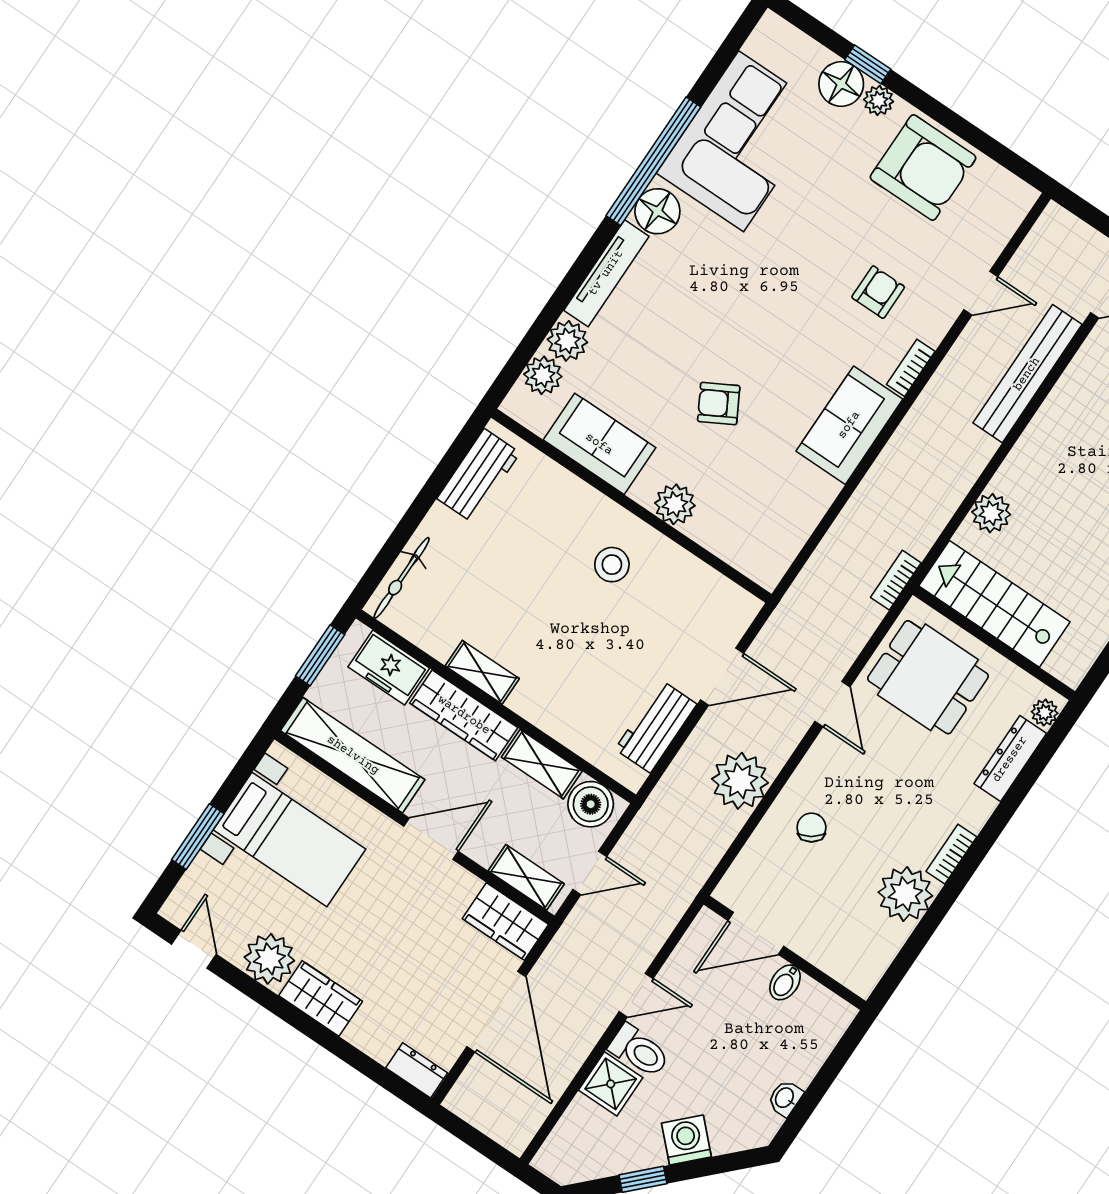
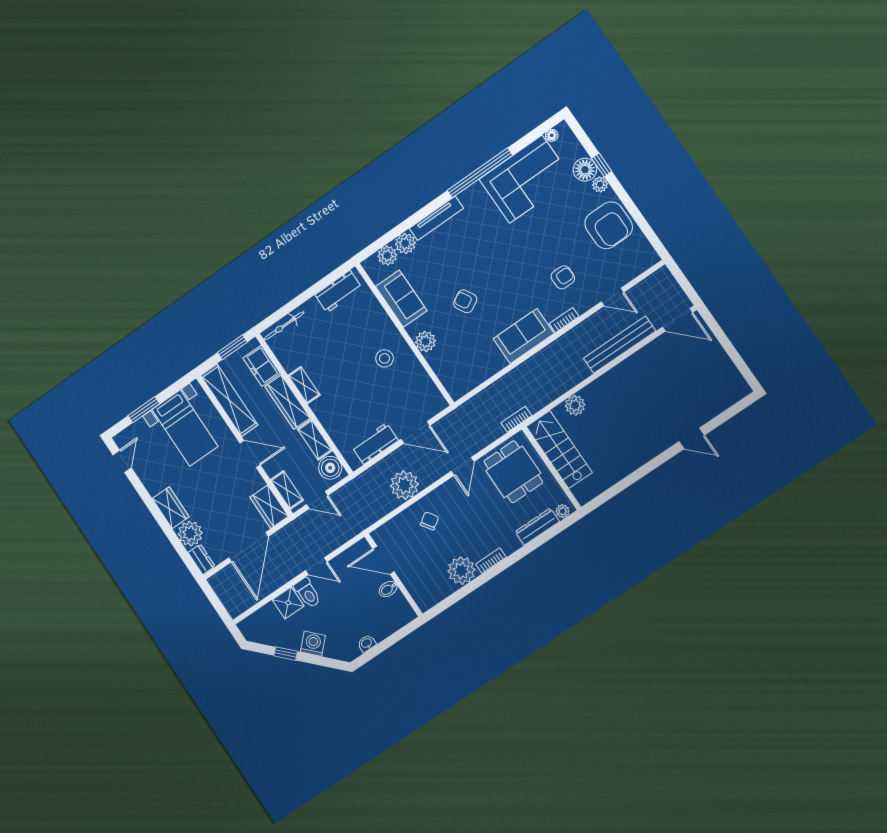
floor lamp: (657, 211) -> (552, 135), moved, width x0.53, depth x0.53
plant: (269, 959) -> (190, 533), moved

